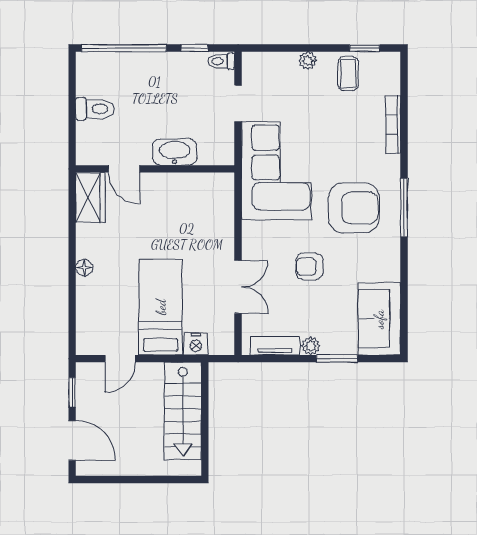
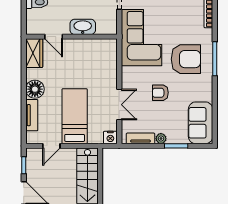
floor lamp: (84, 268) -> (35, 89), width x1.89, depth x1.89
tv unit: (86, 305) -> (32, 115), added
nightstand: (196, 344) -> (110, 137), moved

